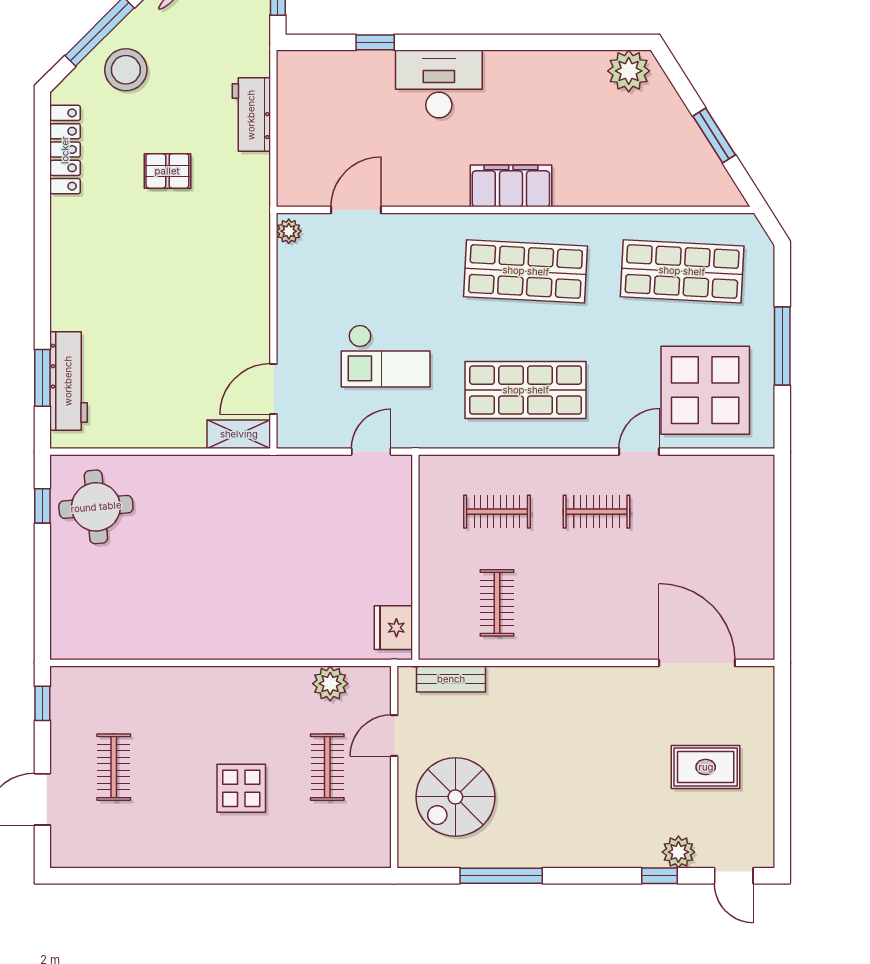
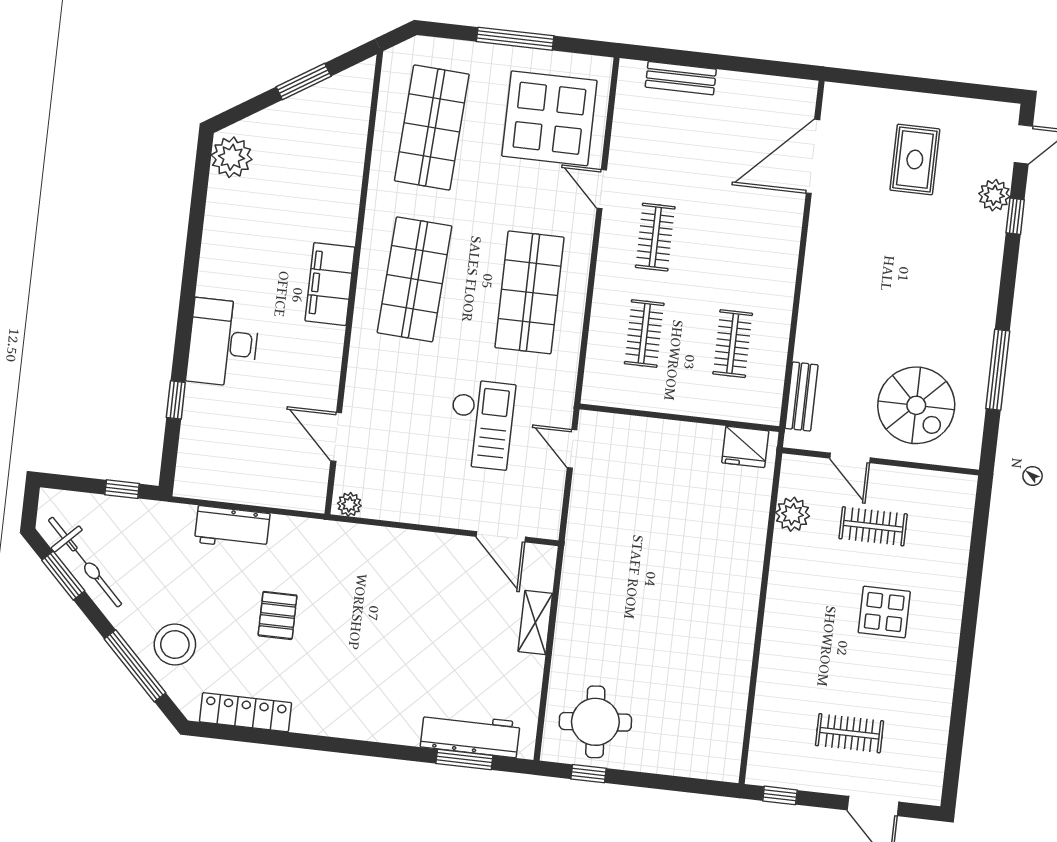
shelving: (239, 434) -> (535, 622), moved
bench: (761, 519) -> (681, 78), added
clothes rail: (497, 603) -> (733, 344), turned 90

